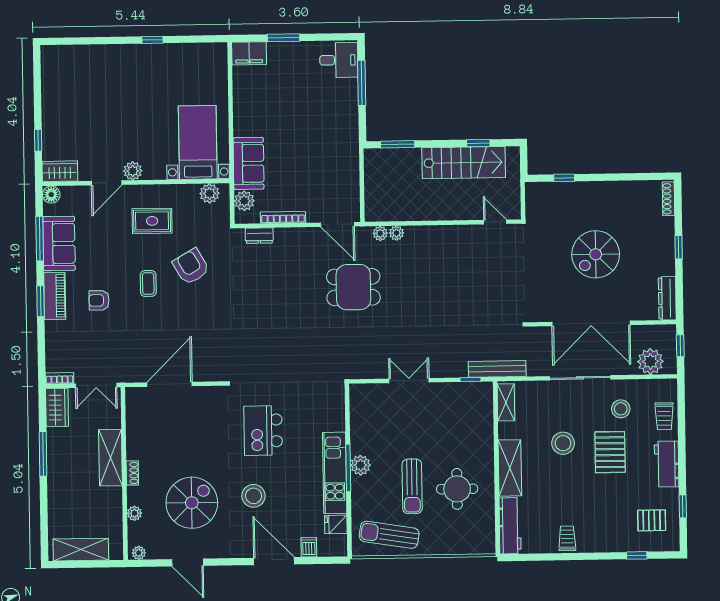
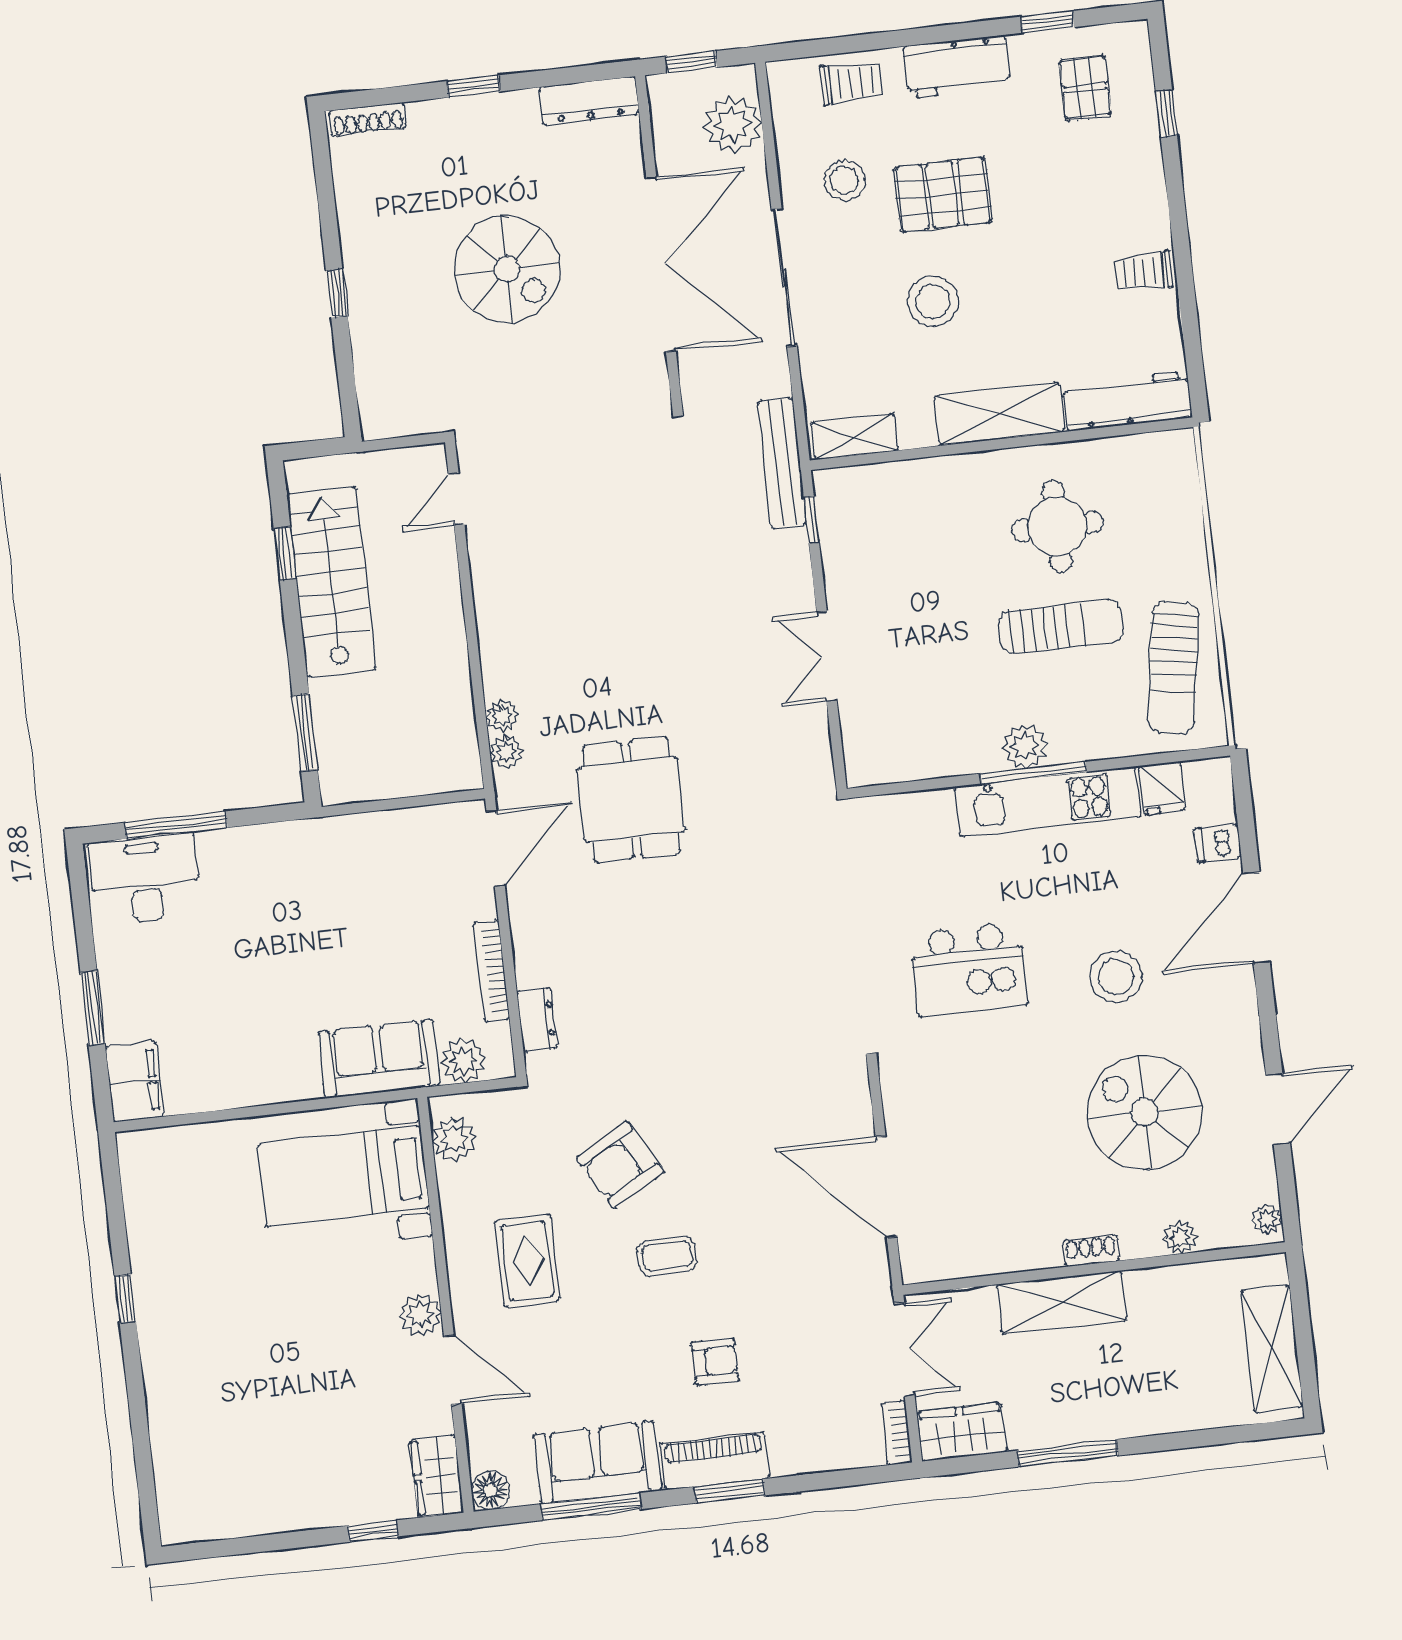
desk: (339, 60) -> (145, 879), width x1.37
window: (564, 178) -> (337, 294), moved
armchair: (99, 300) -> (715, 1362), turned -90

